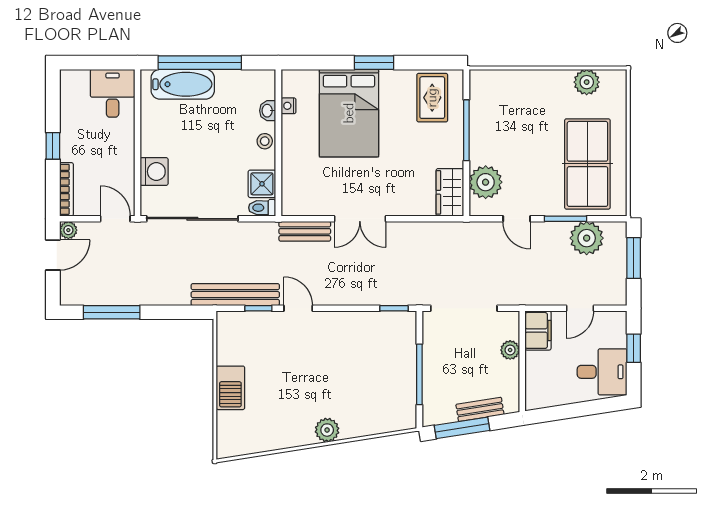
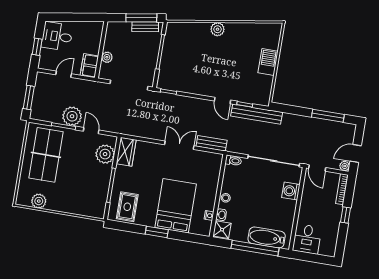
shower: (262, 184) -> (222, 230), moved
plant: (587, 238) -> (72, 116), moved
bench: (480, 409) -> (145, 27), moved

